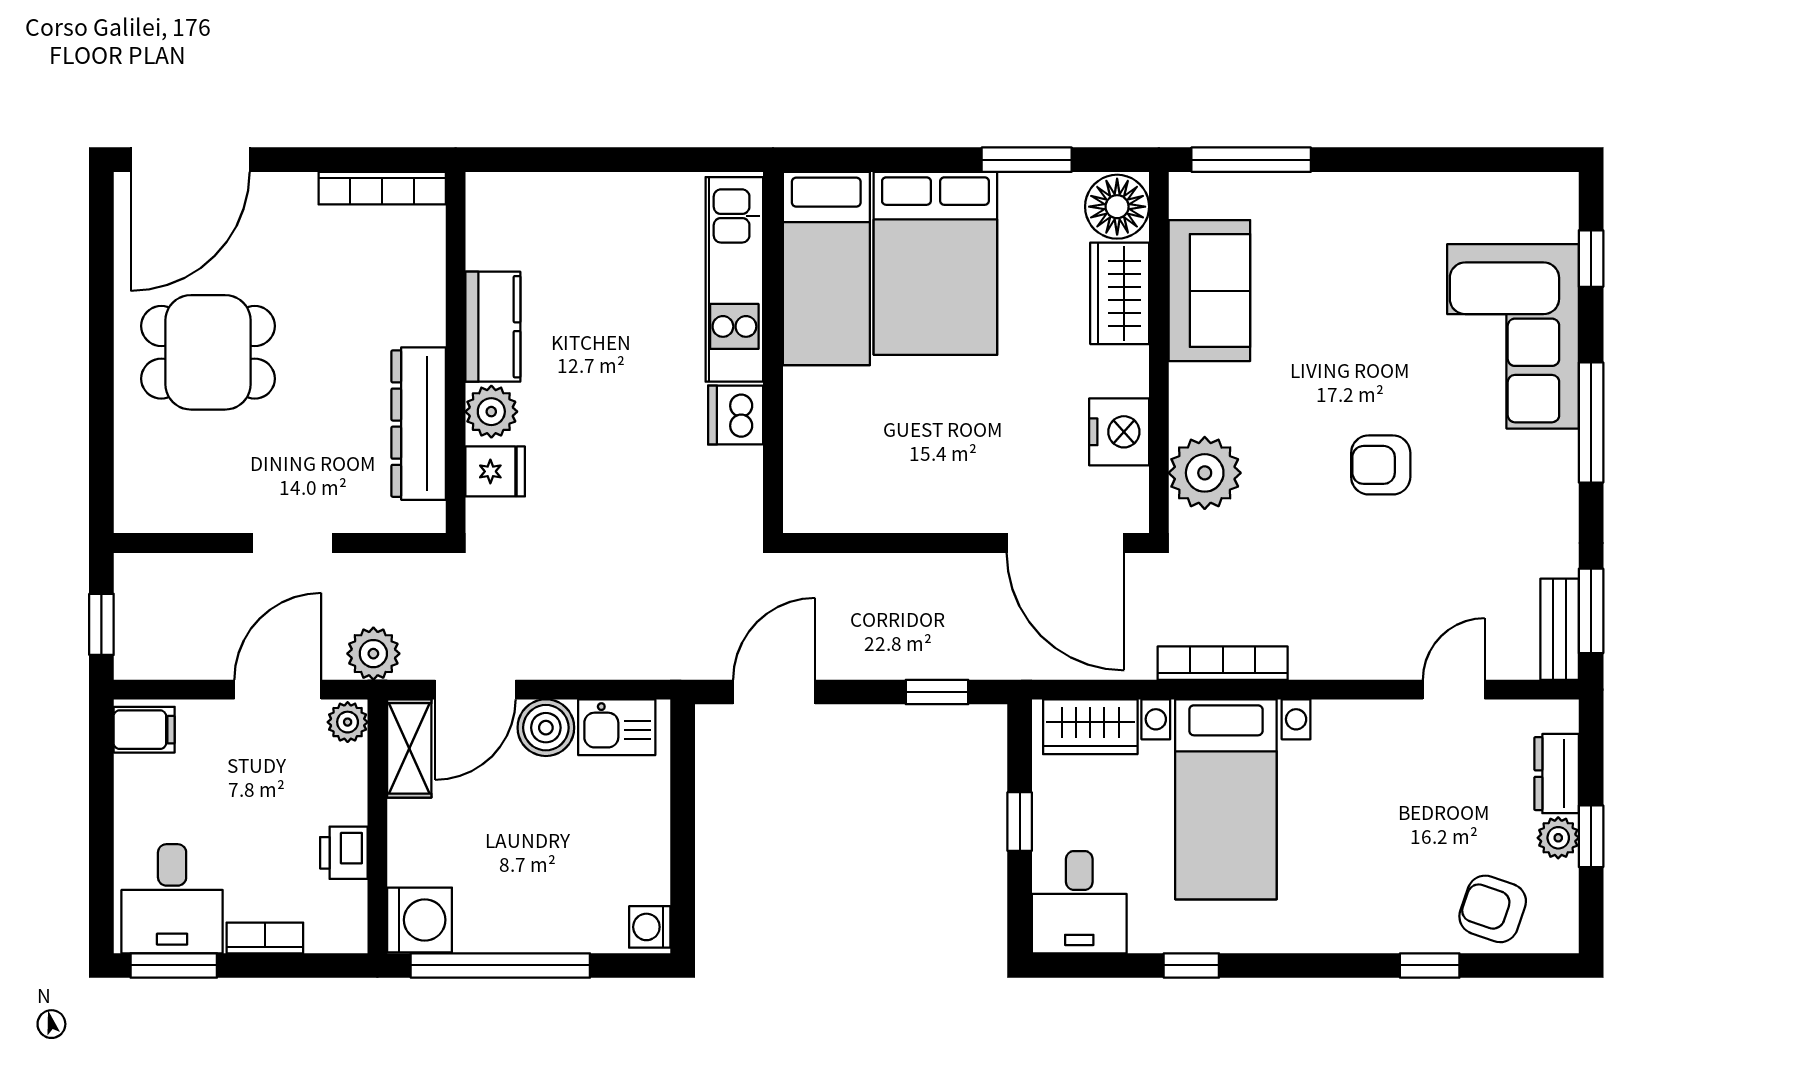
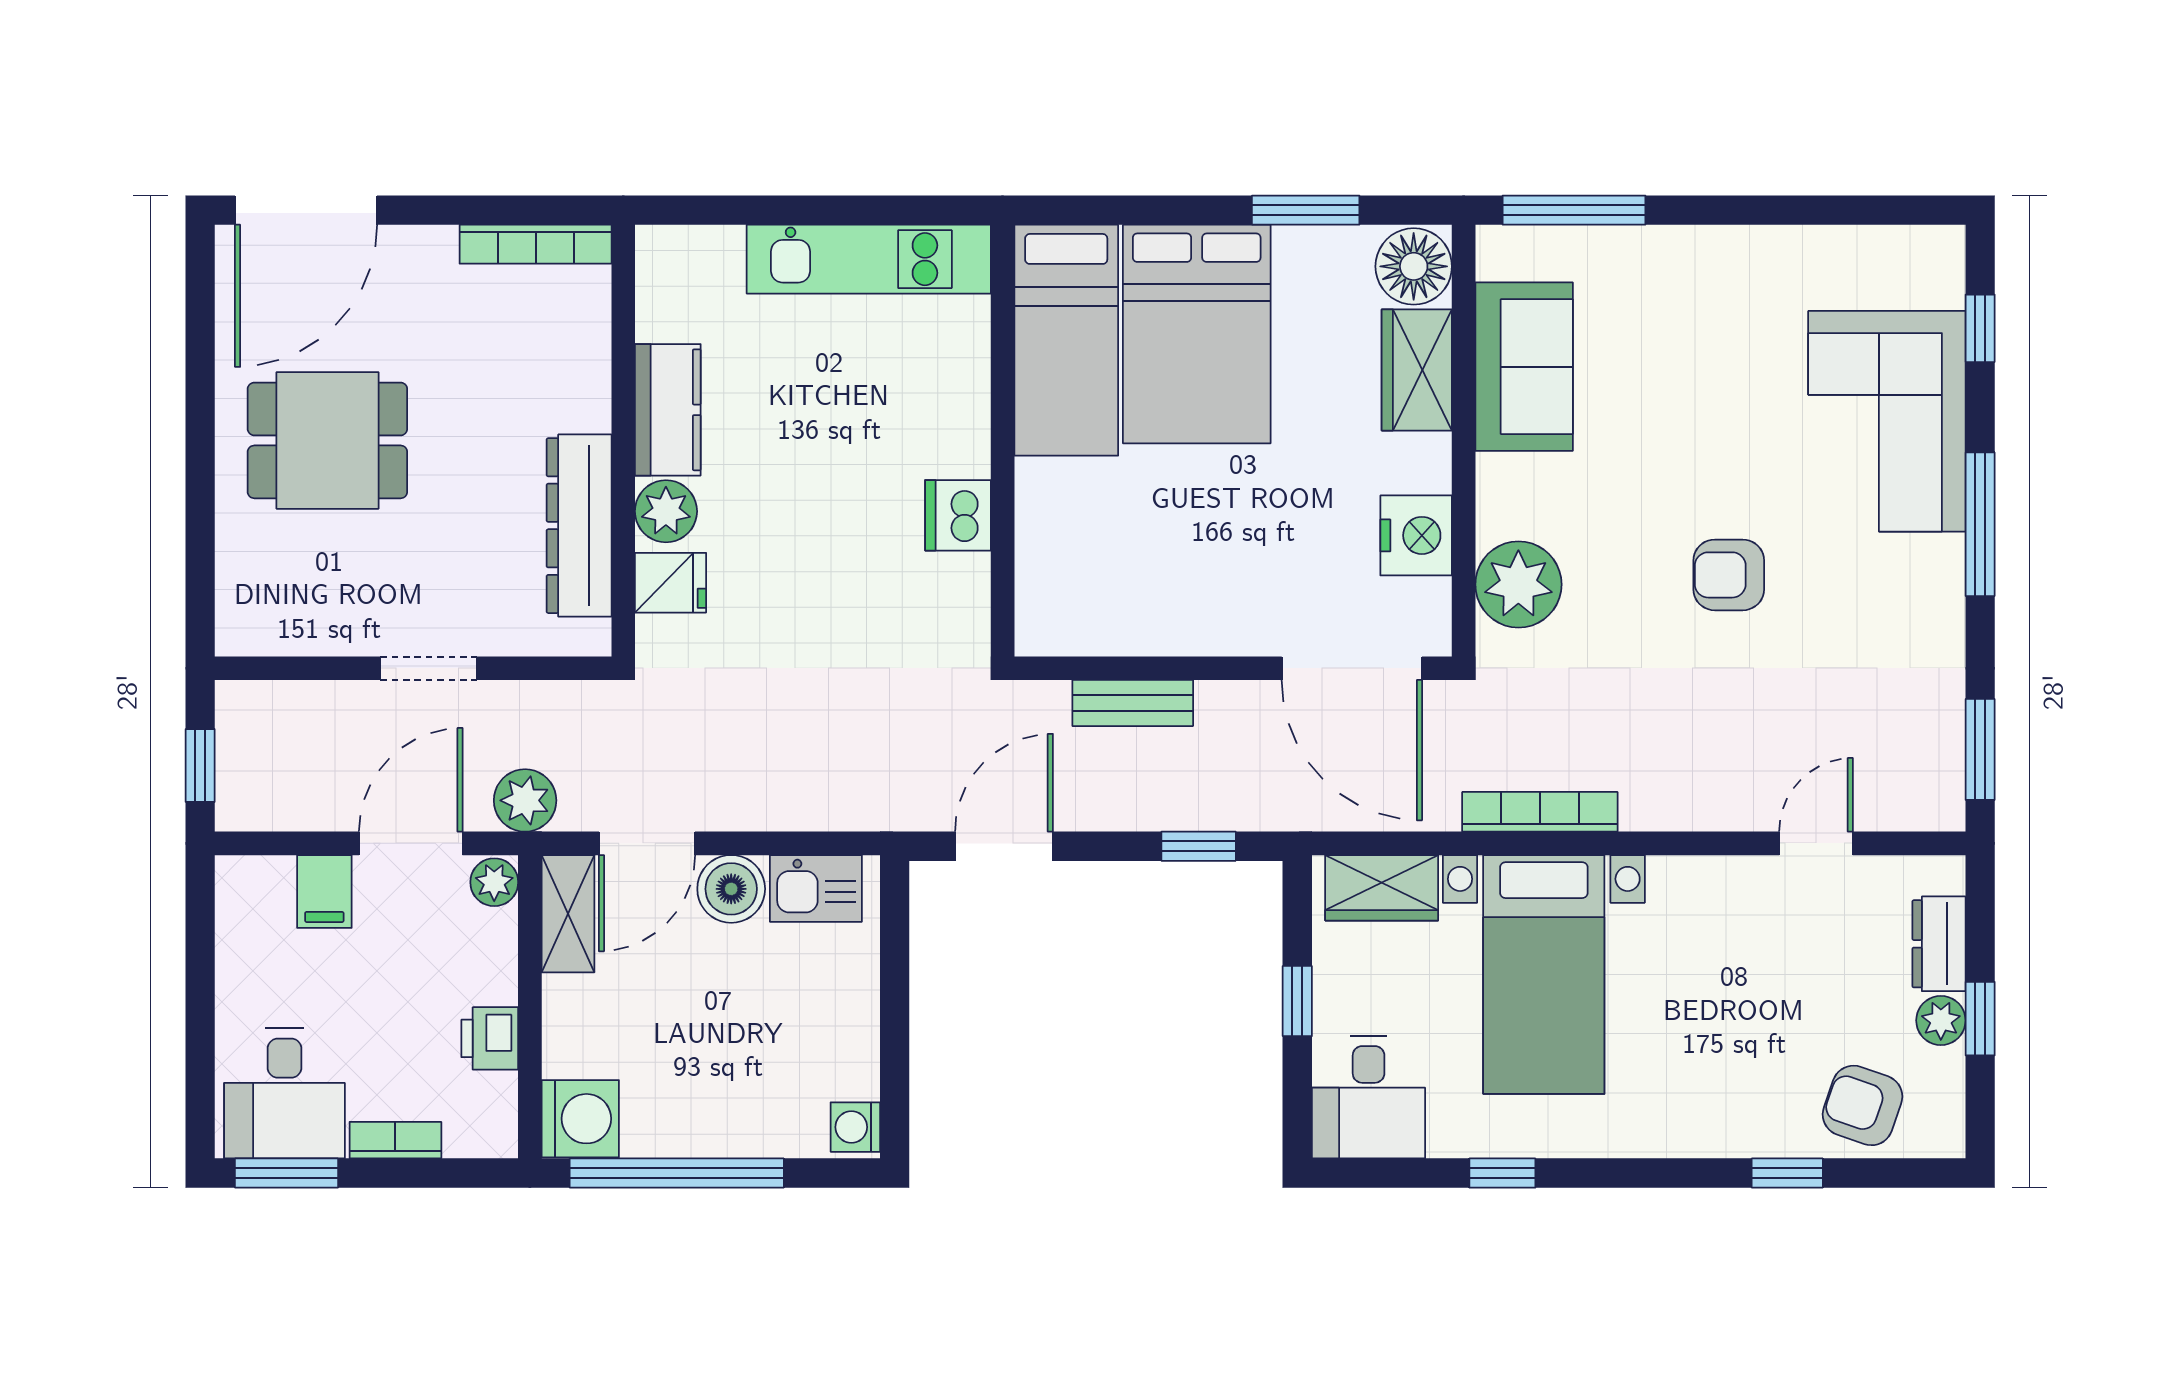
kitchen unit: (734, 279) -> (869, 259), moved, turned -90
bench: (1560, 629) -> (1133, 703), moved, turned 90
filing cabinet: (144, 730) -> (324, 891), moved, turned 90

